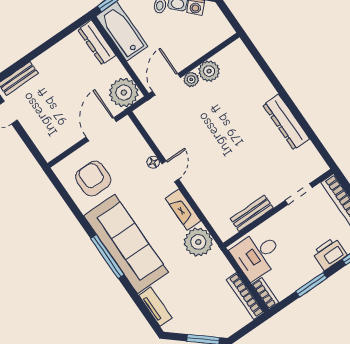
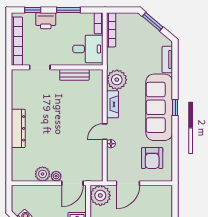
dresser: (286, 122) -> (18, 128), moved
window: (107, 257) -> (175, 107), width x0.46

